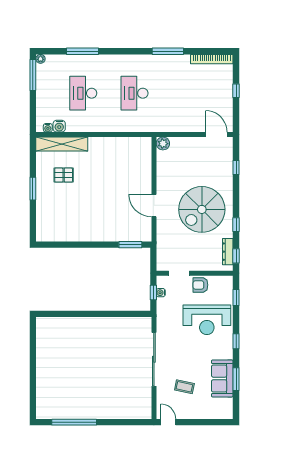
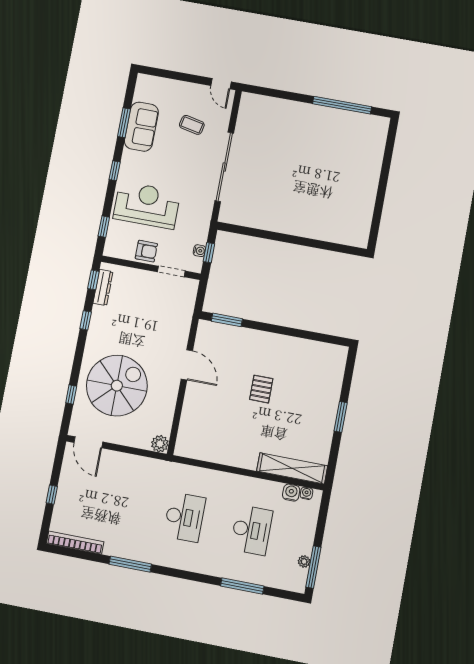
plant: (41, 59) -> (304, 561), moved
pallet: (64, 175) -> (261, 389), moved, turned 90
spiral stairs: (202, 209) -> (117, 386), moved

